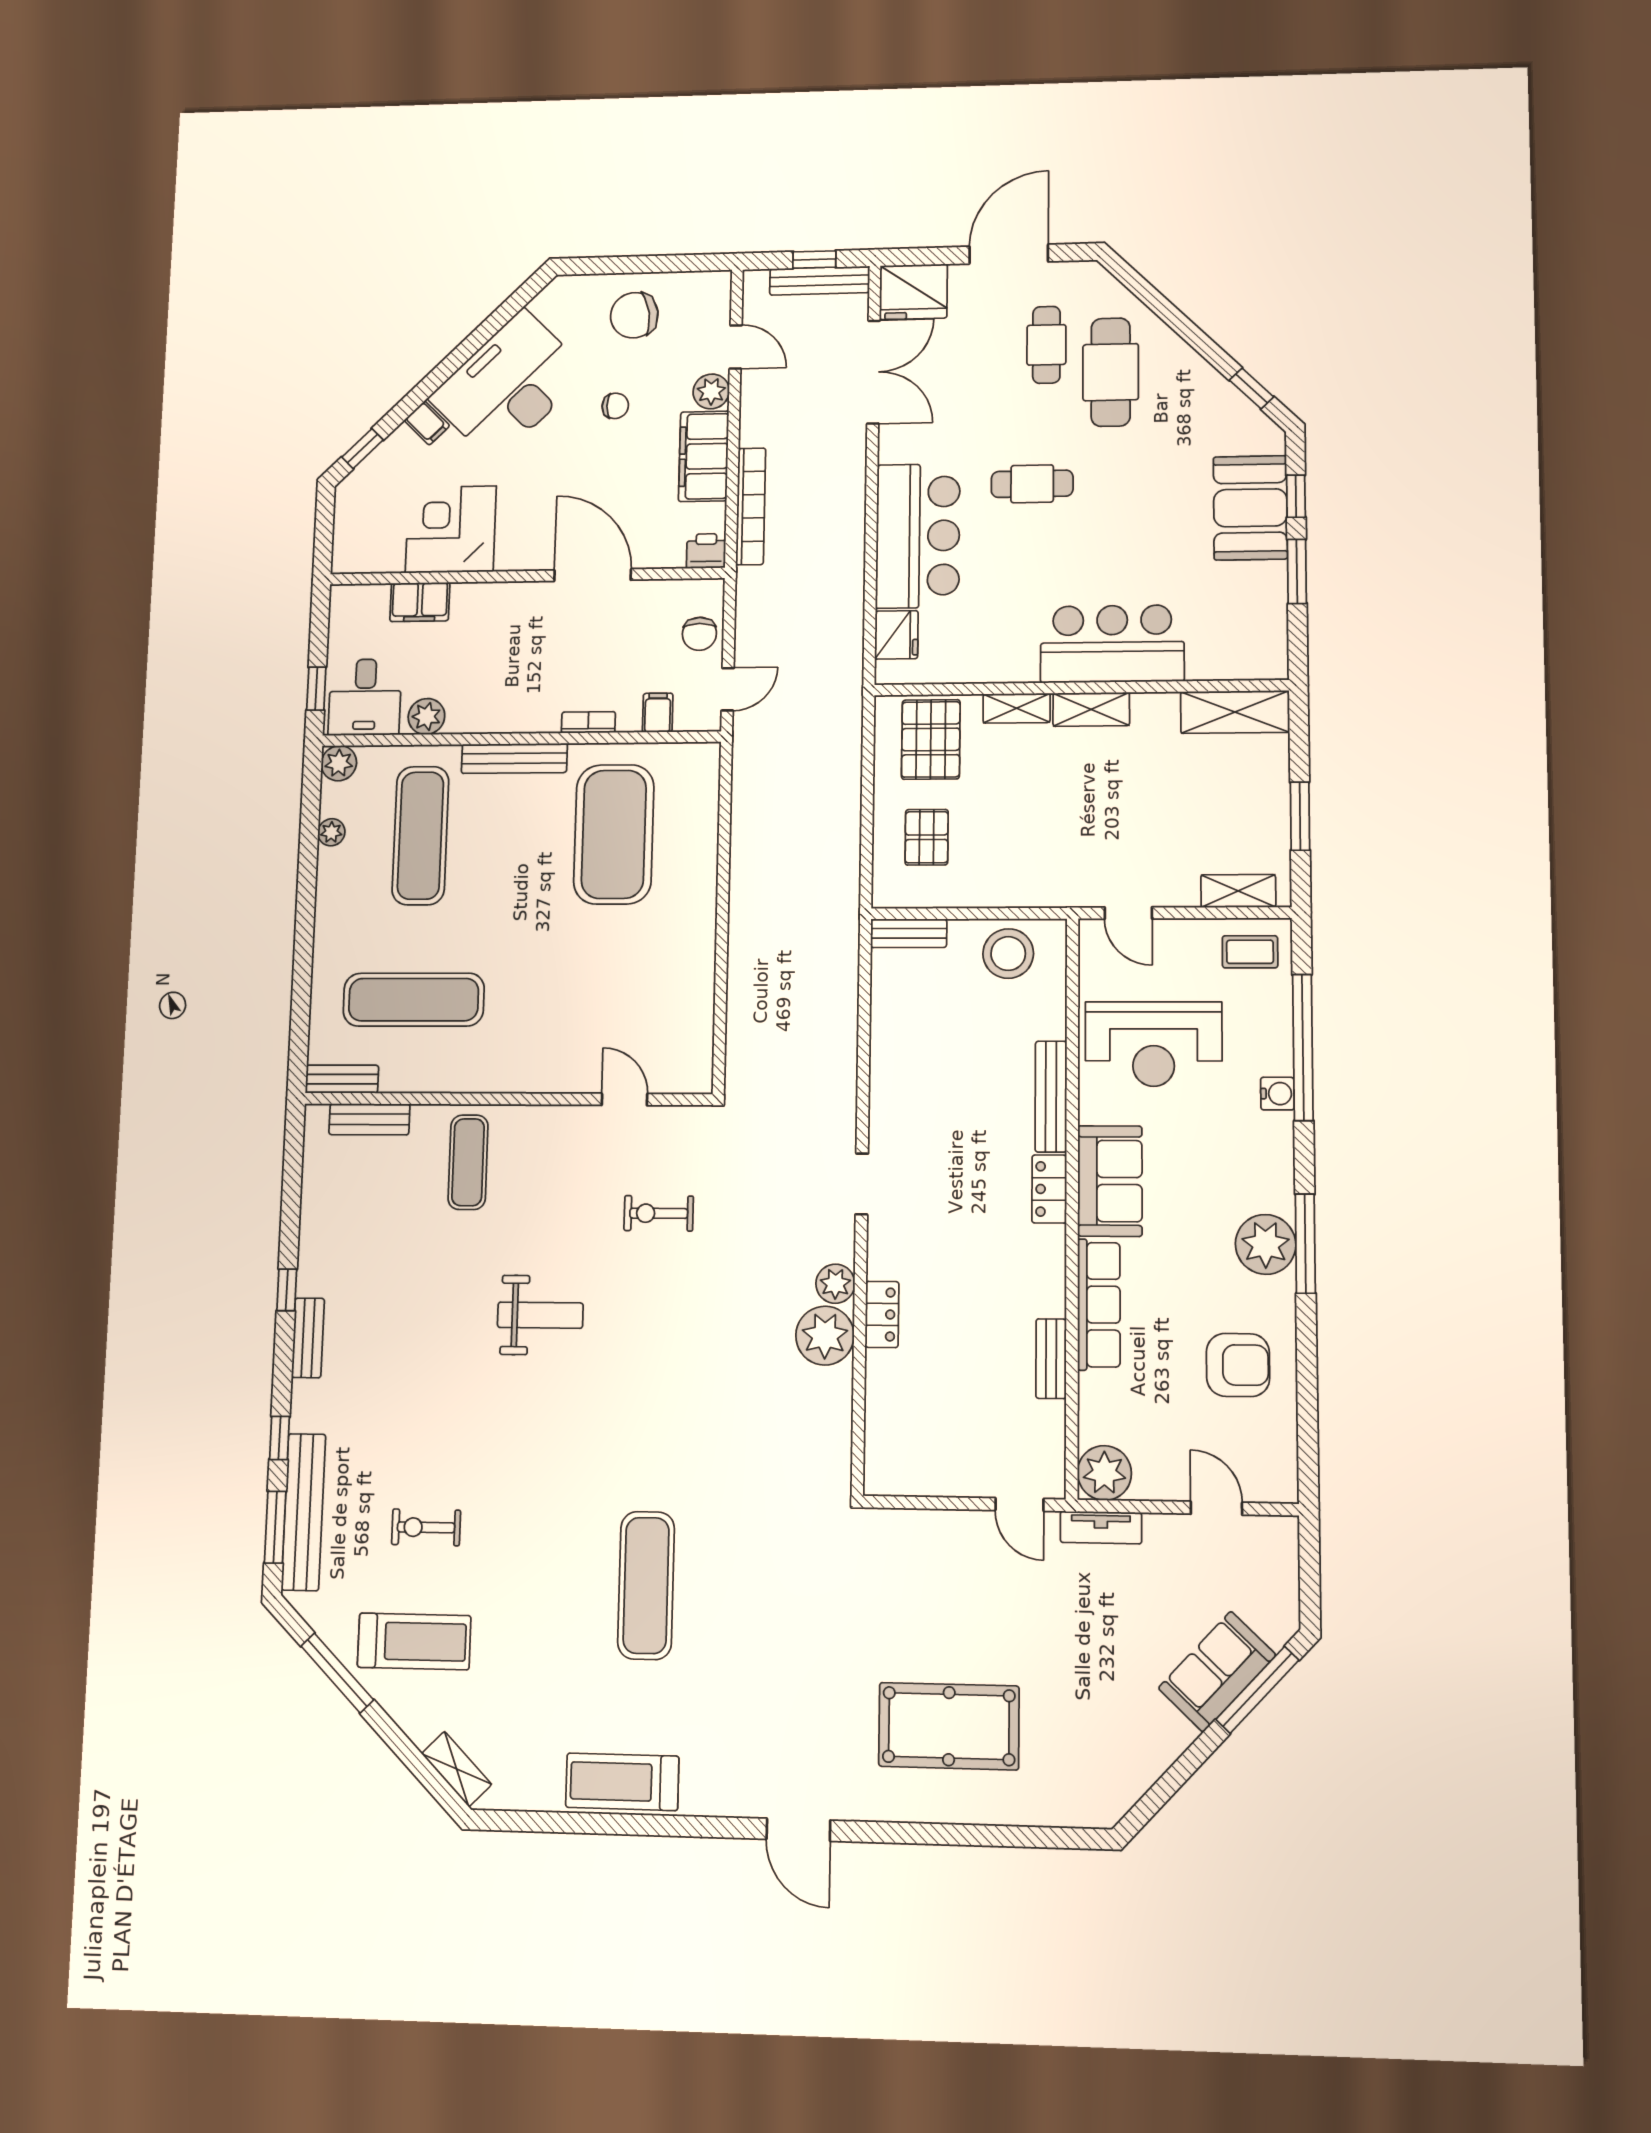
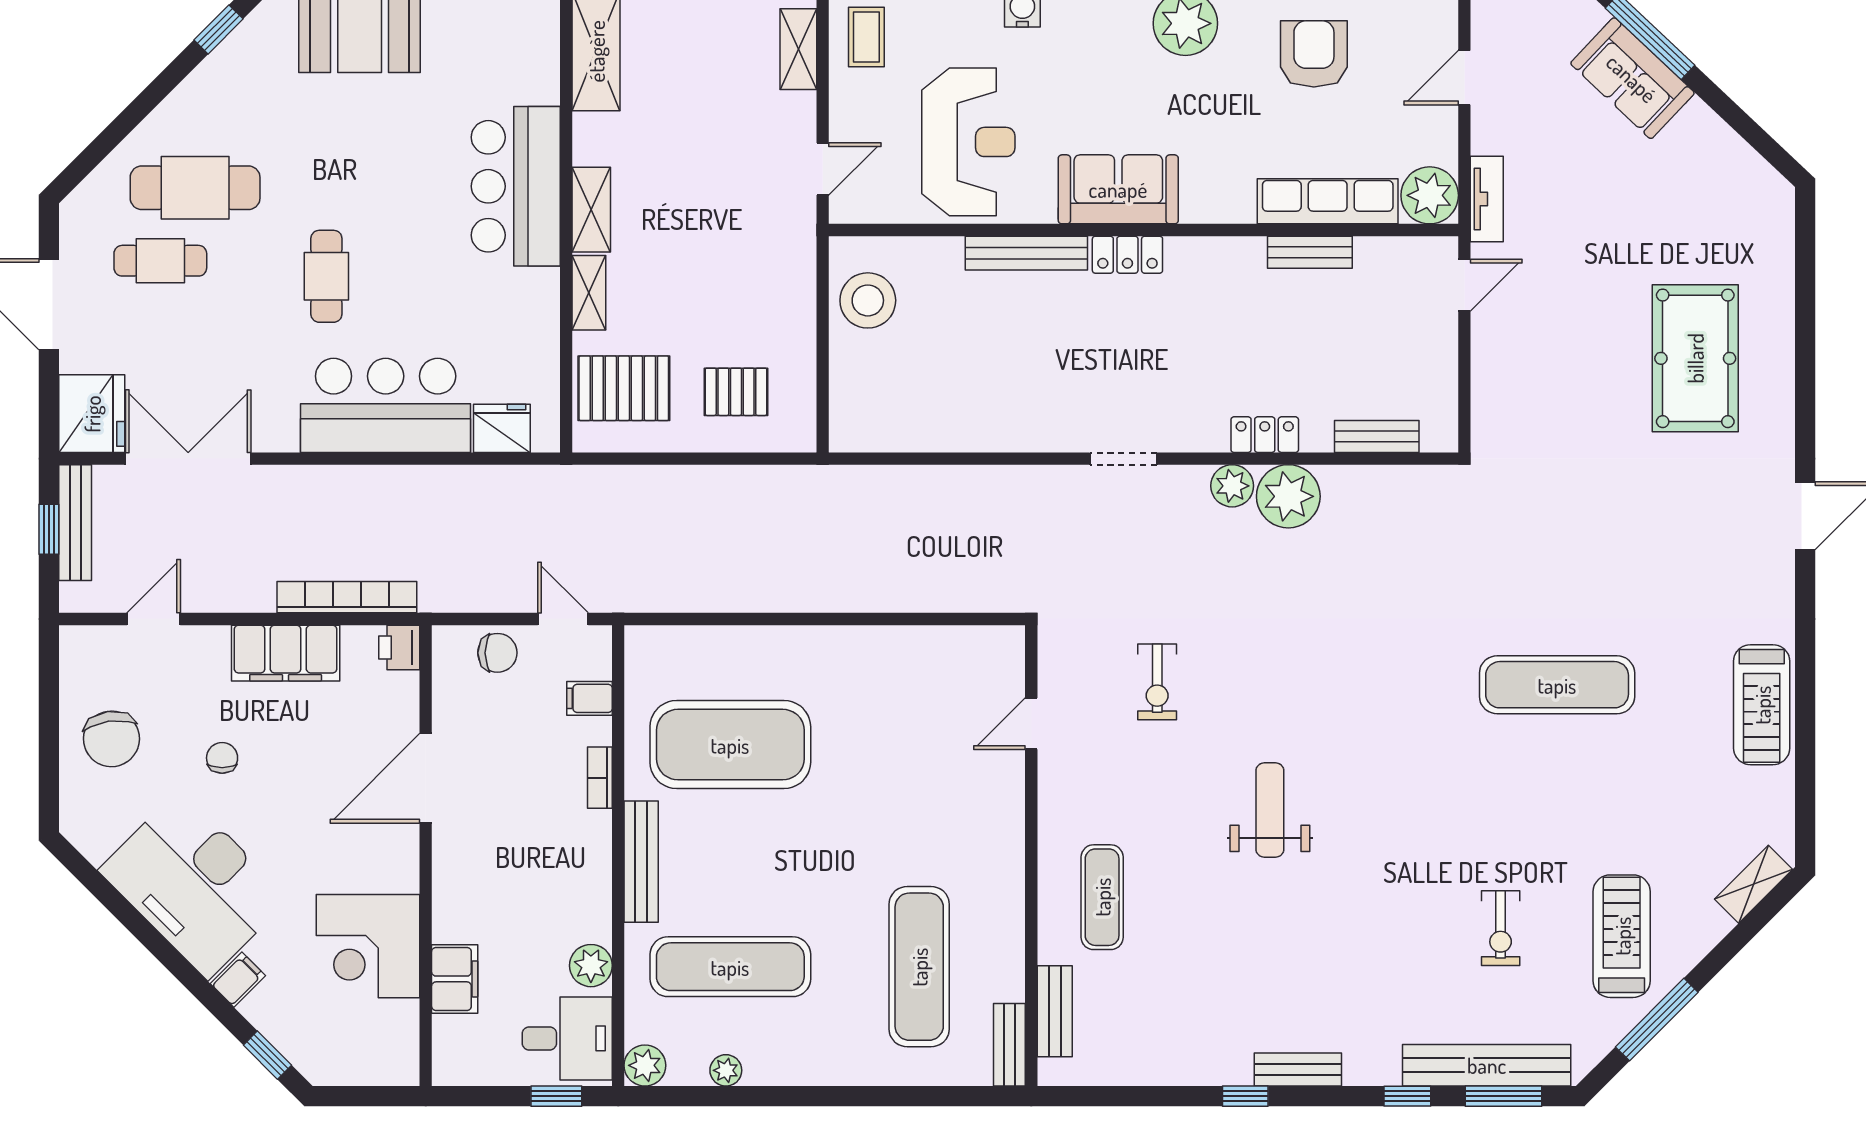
plant: (711, 391) -> (207, 646), removed
bench: (909, 933) -> (1377, 437), moved, turned 90
exercise mat: (468, 1162) -> (1102, 897), turned 90
row of seats: (1099, 1305) -> (1328, 201), moved

